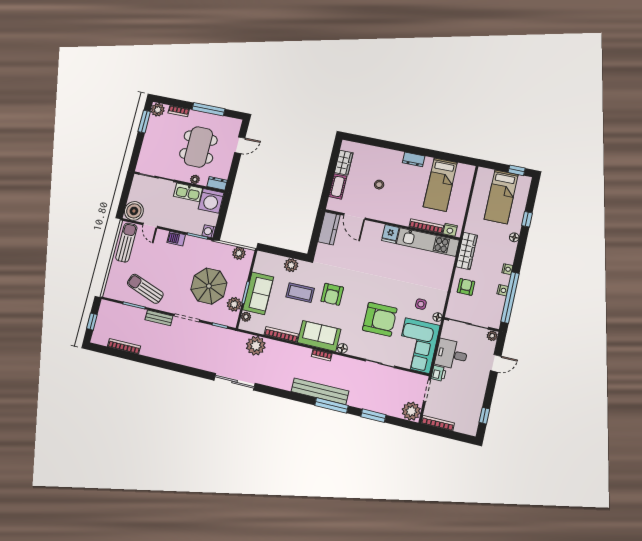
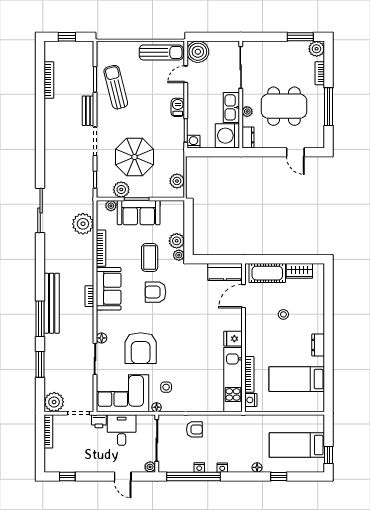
cot: (338, 186) -> (267, 273), width x1.37, depth x1.34
wardrobe: (467, 251) -> (232, 422), removed
plant: (304, 266) -> (179, 255), added
sun lounger: (145, 289) -> (116, 87), turned -34
floor lamp: (342, 348) -> (102, 338), moved

